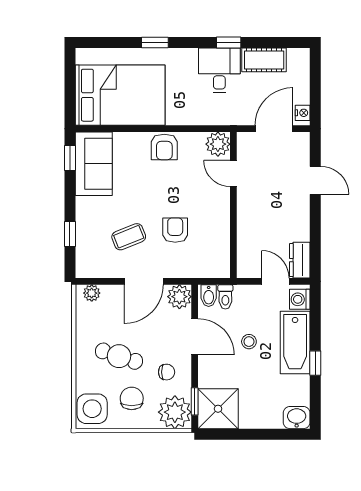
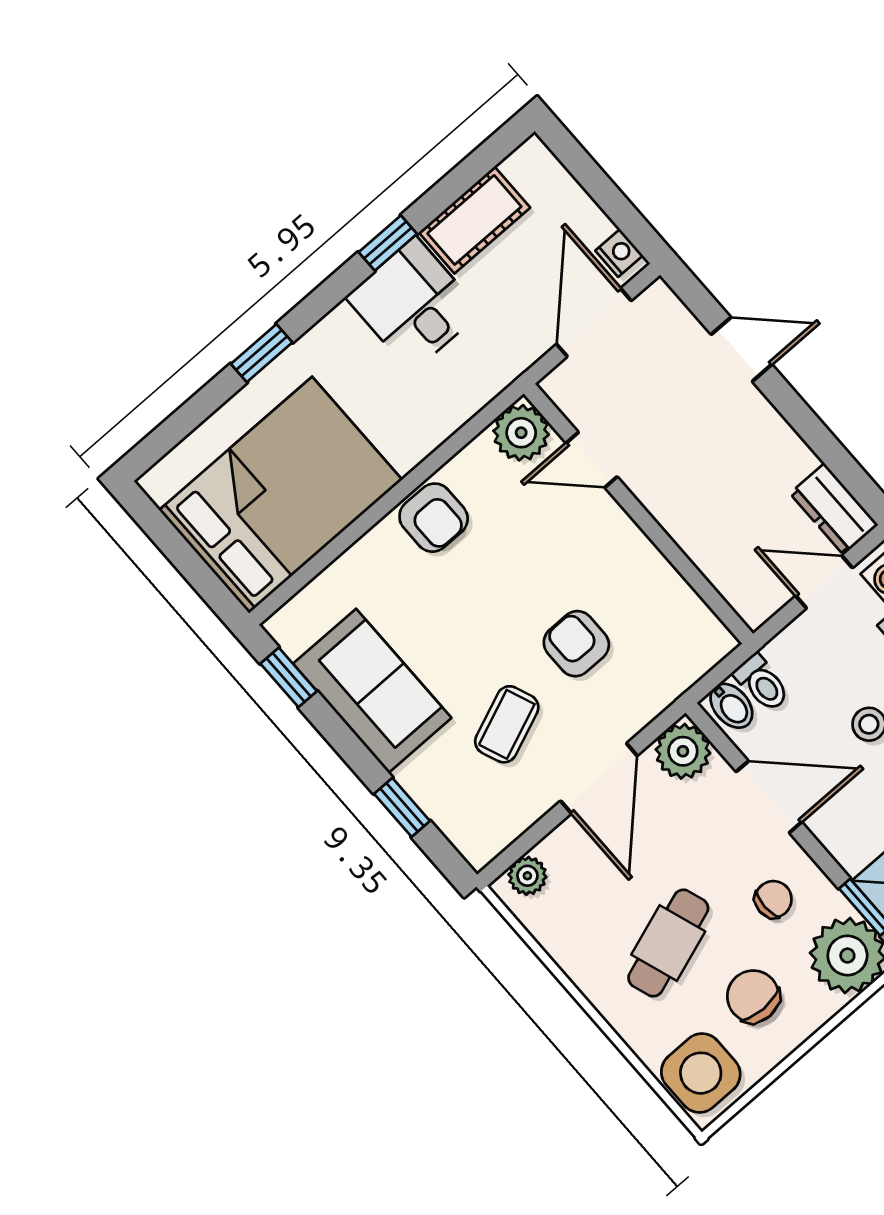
sofa: (94, 164) -> (372, 691), moved
cafe table: (119, 356) -> (668, 943), turned -37

